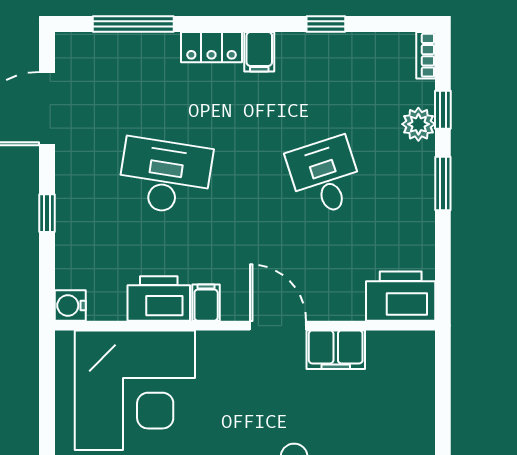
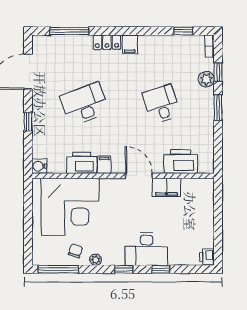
window: (326, 24) -> (183, 31), moved
desk: (165, 176) -> (85, 104), turned -30
printer: (401, 296) -> (181, 162), moved

